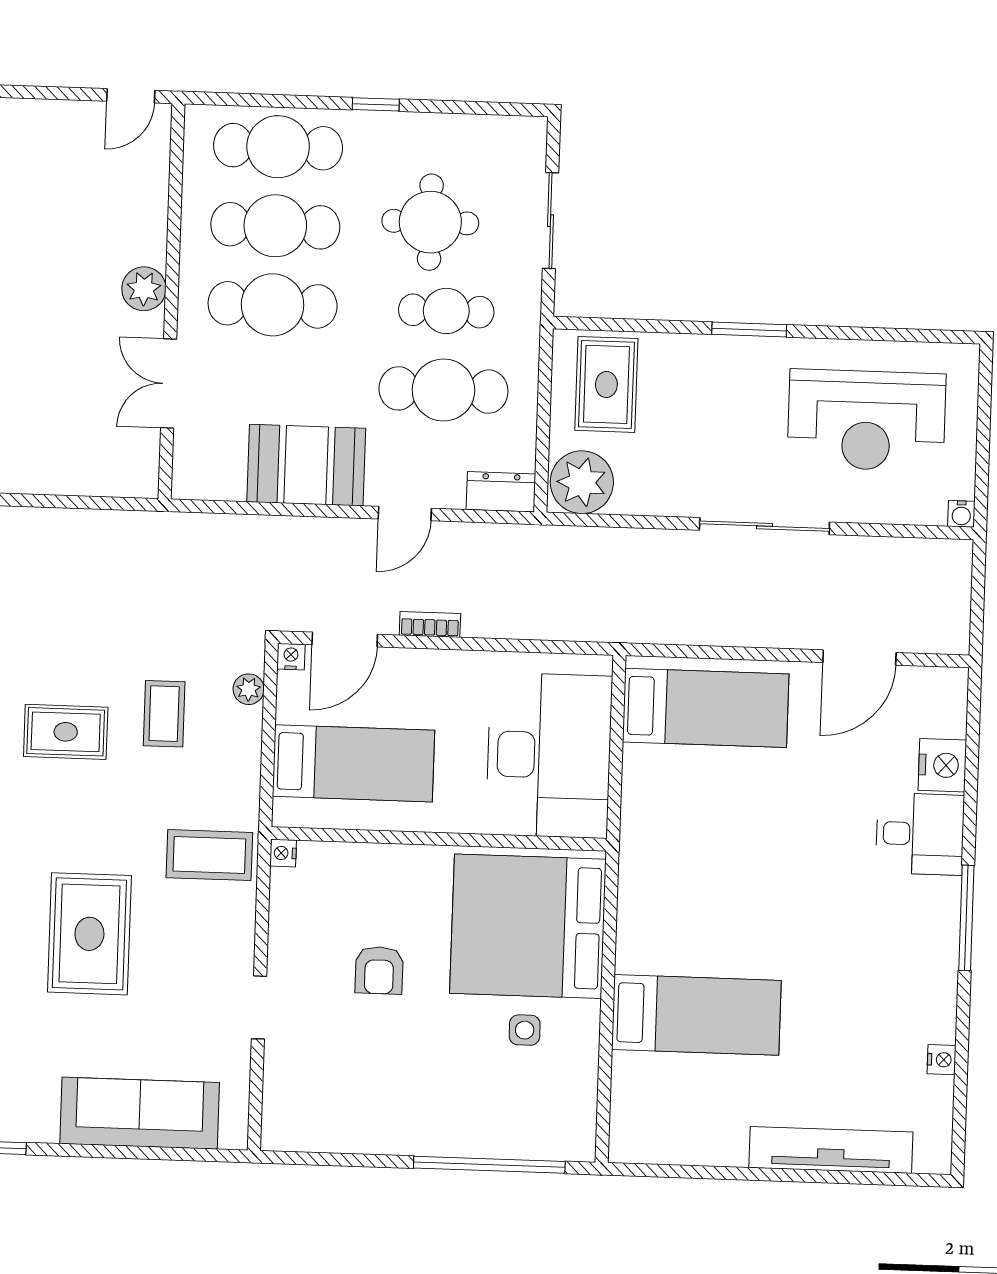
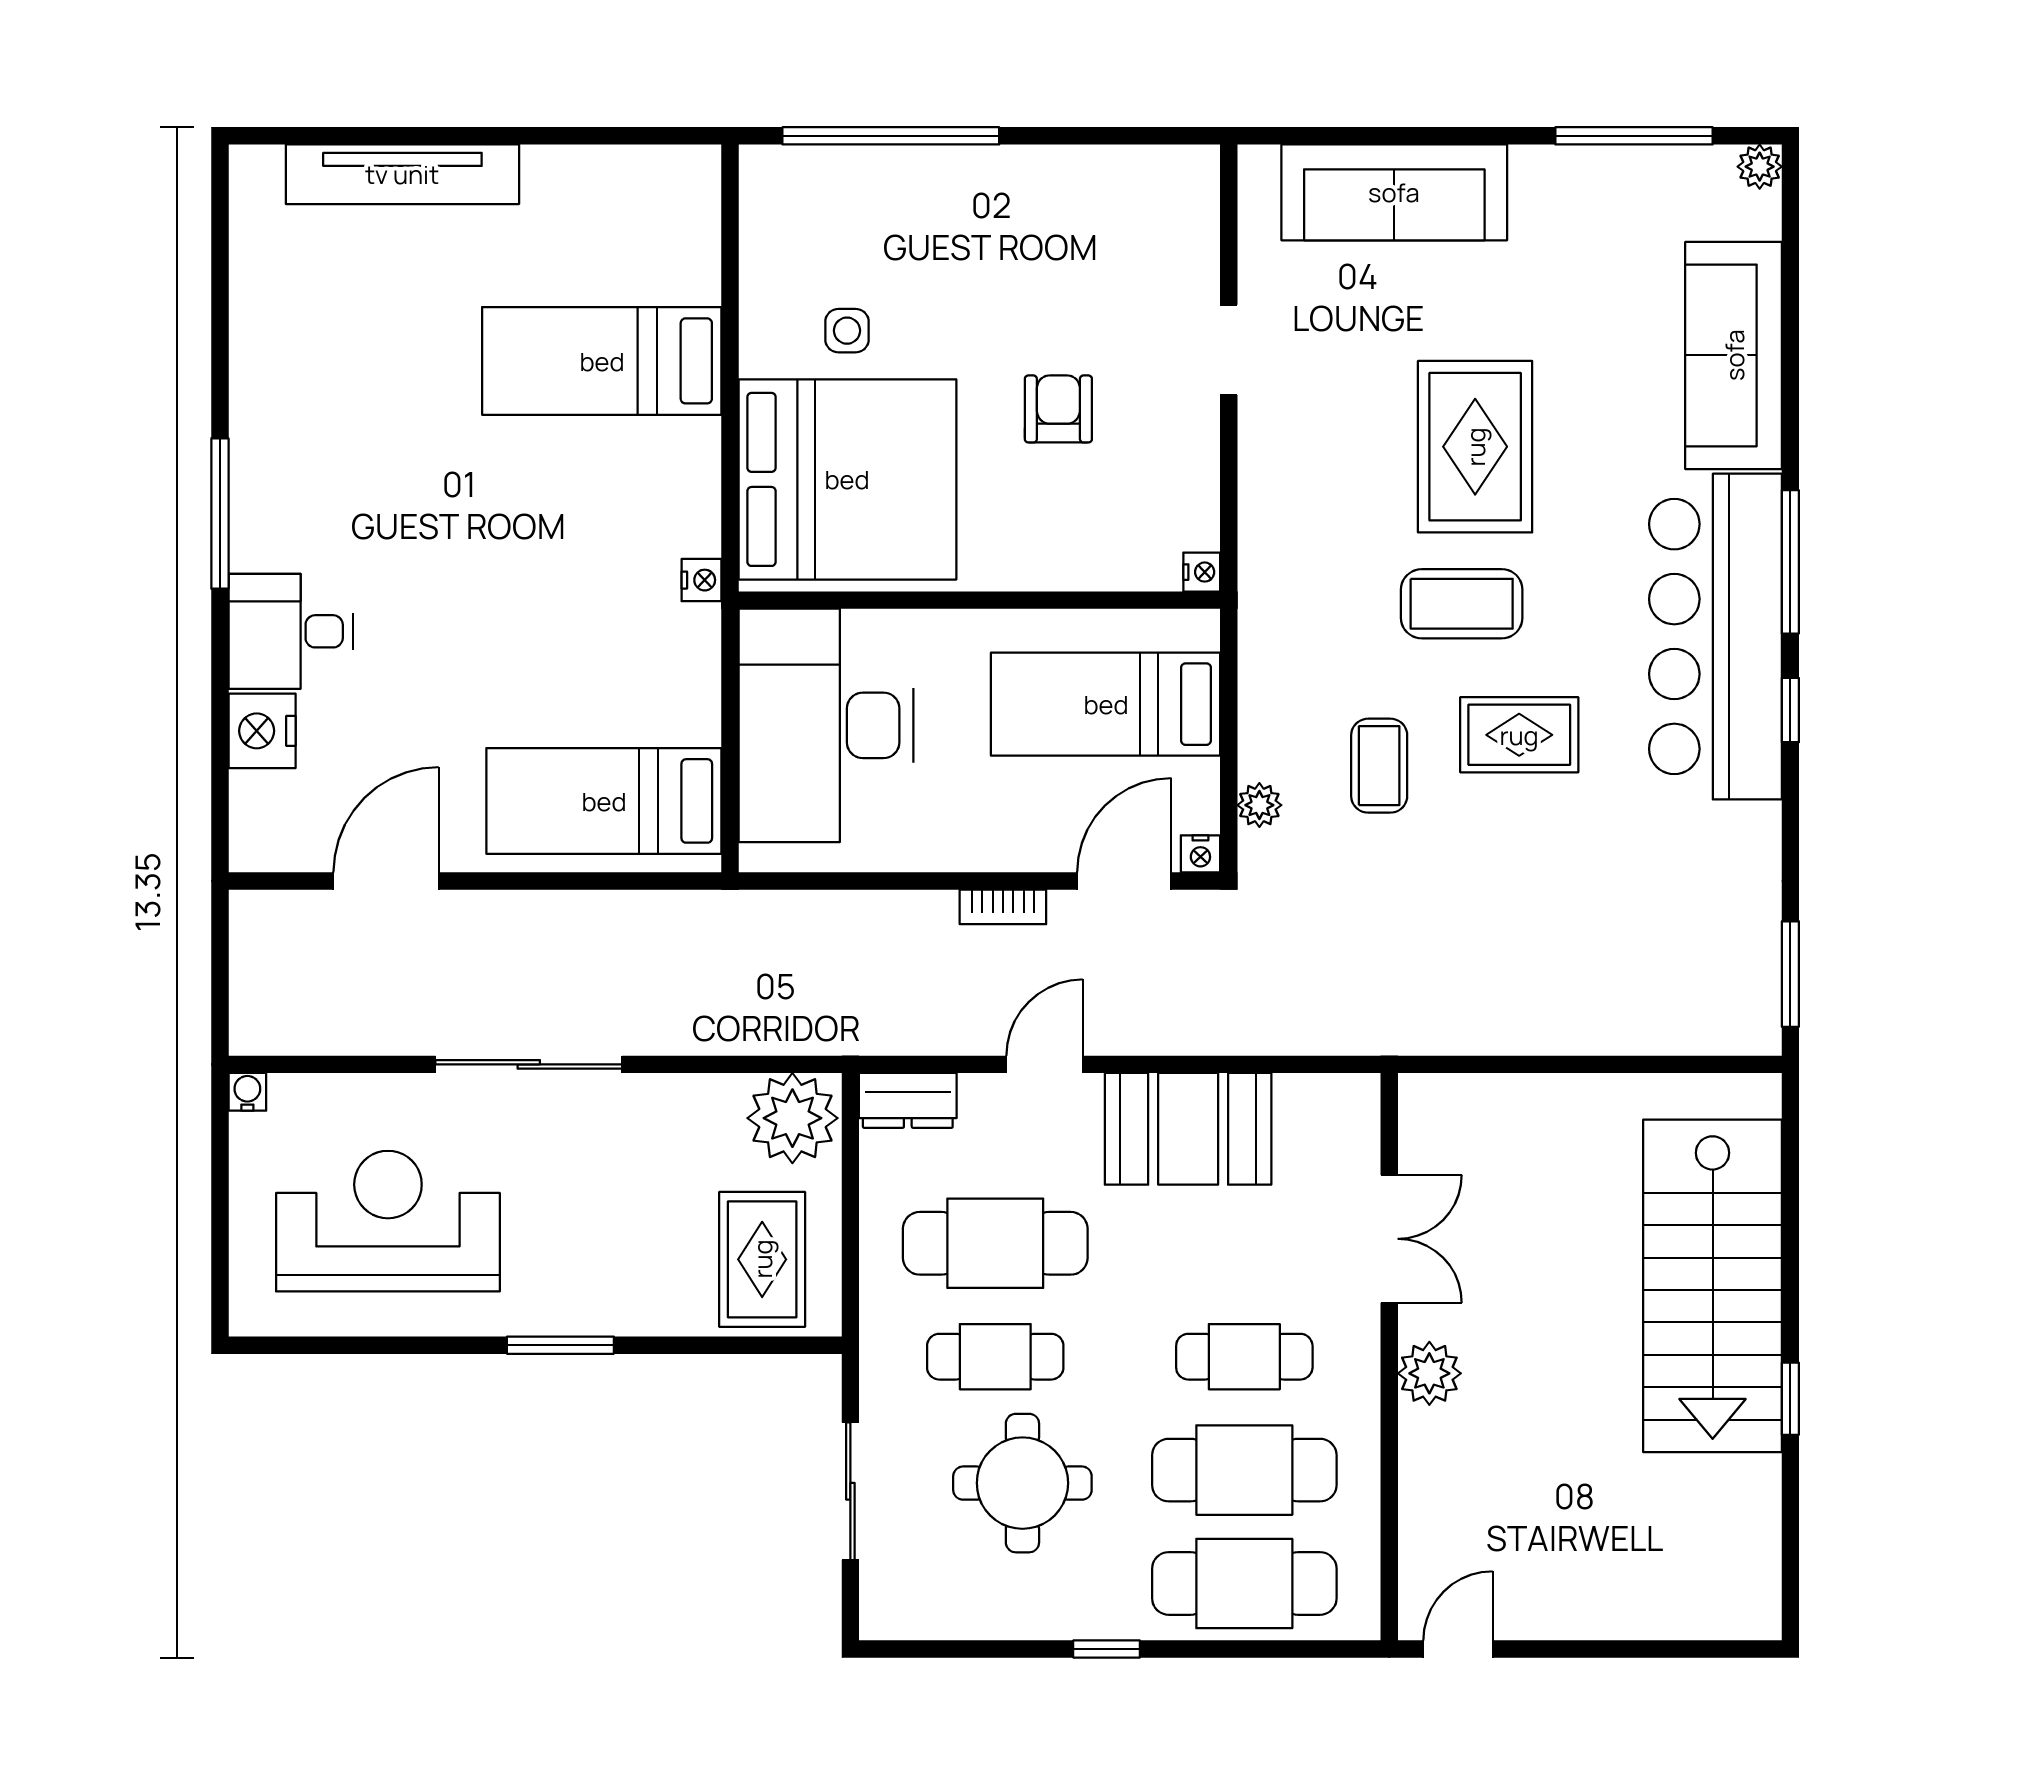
cafe table: (273, 305) -> (1244, 1357), width x0.73, depth x0.74
coffee table: (209, 855) -> (1462, 604), moved
nightstand: (941, 1060) -> (701, 580), moved, turned 180

